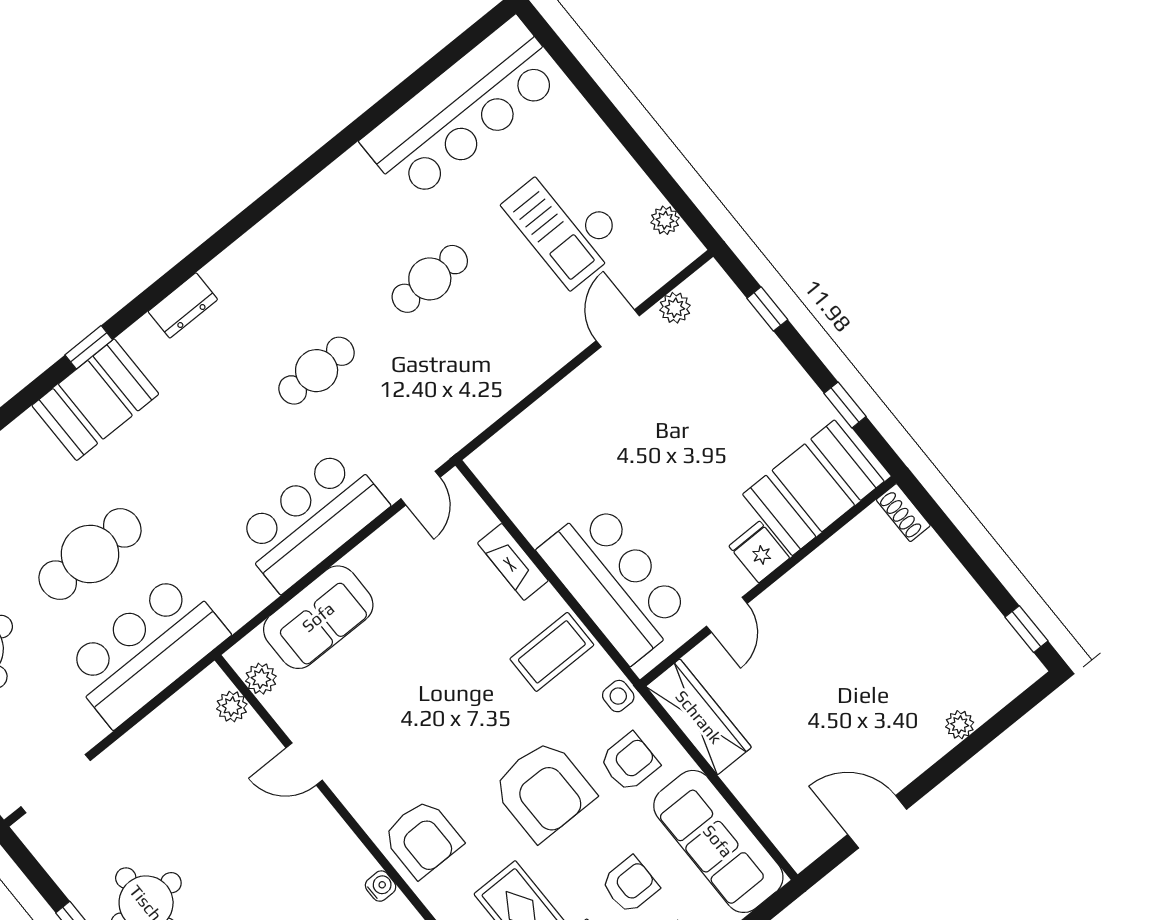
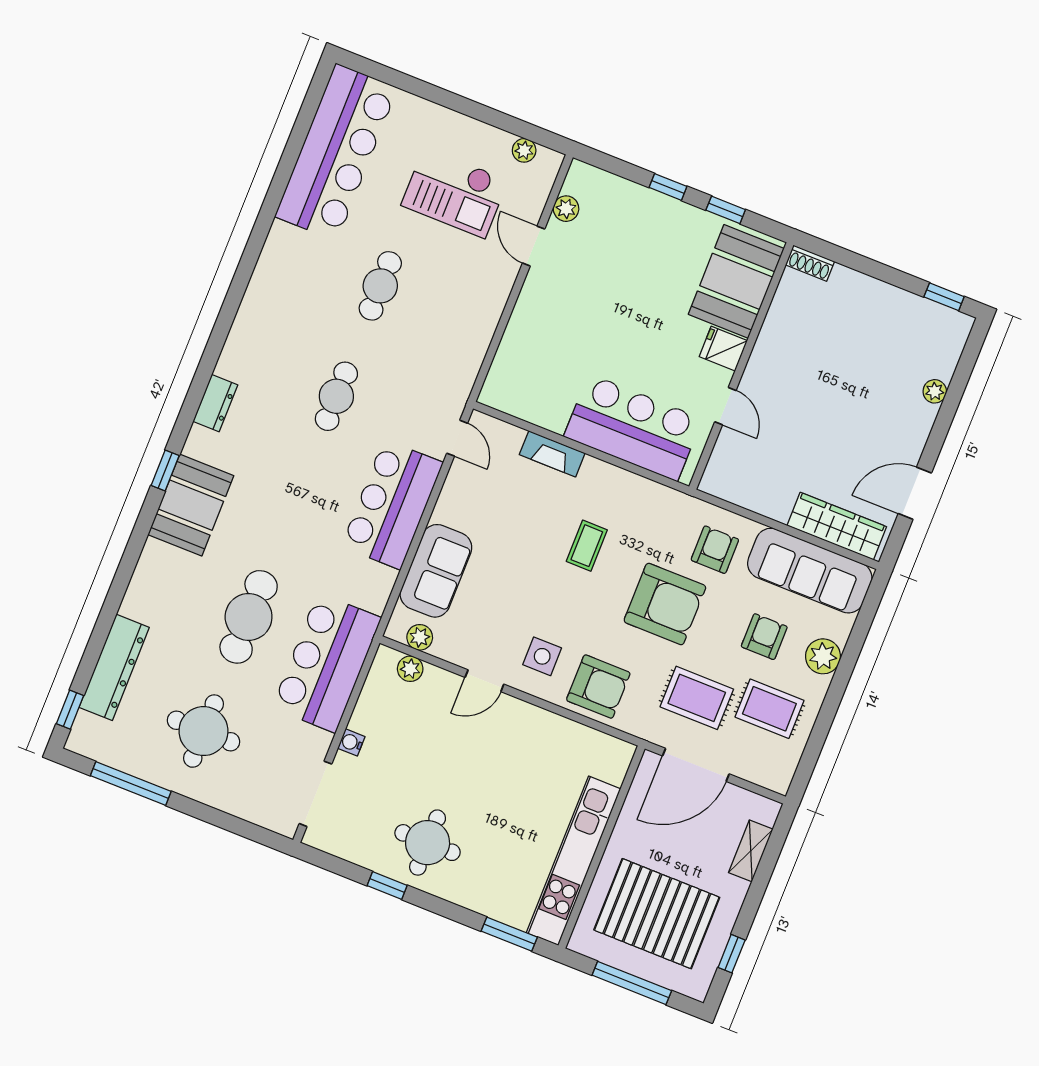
window: (767, 309) -> (668, 187), moved
coffee table: (552, 652) -> (587, 546), moved, width x0.73, depth x0.77
side table: (618, 696) -> (542, 656), moved, width x1.37, depth x1.37
wardrobe: (699, 717) -> (837, 526), moved
water cooler: (381, 886) -> (351, 742), moved, turned -90

